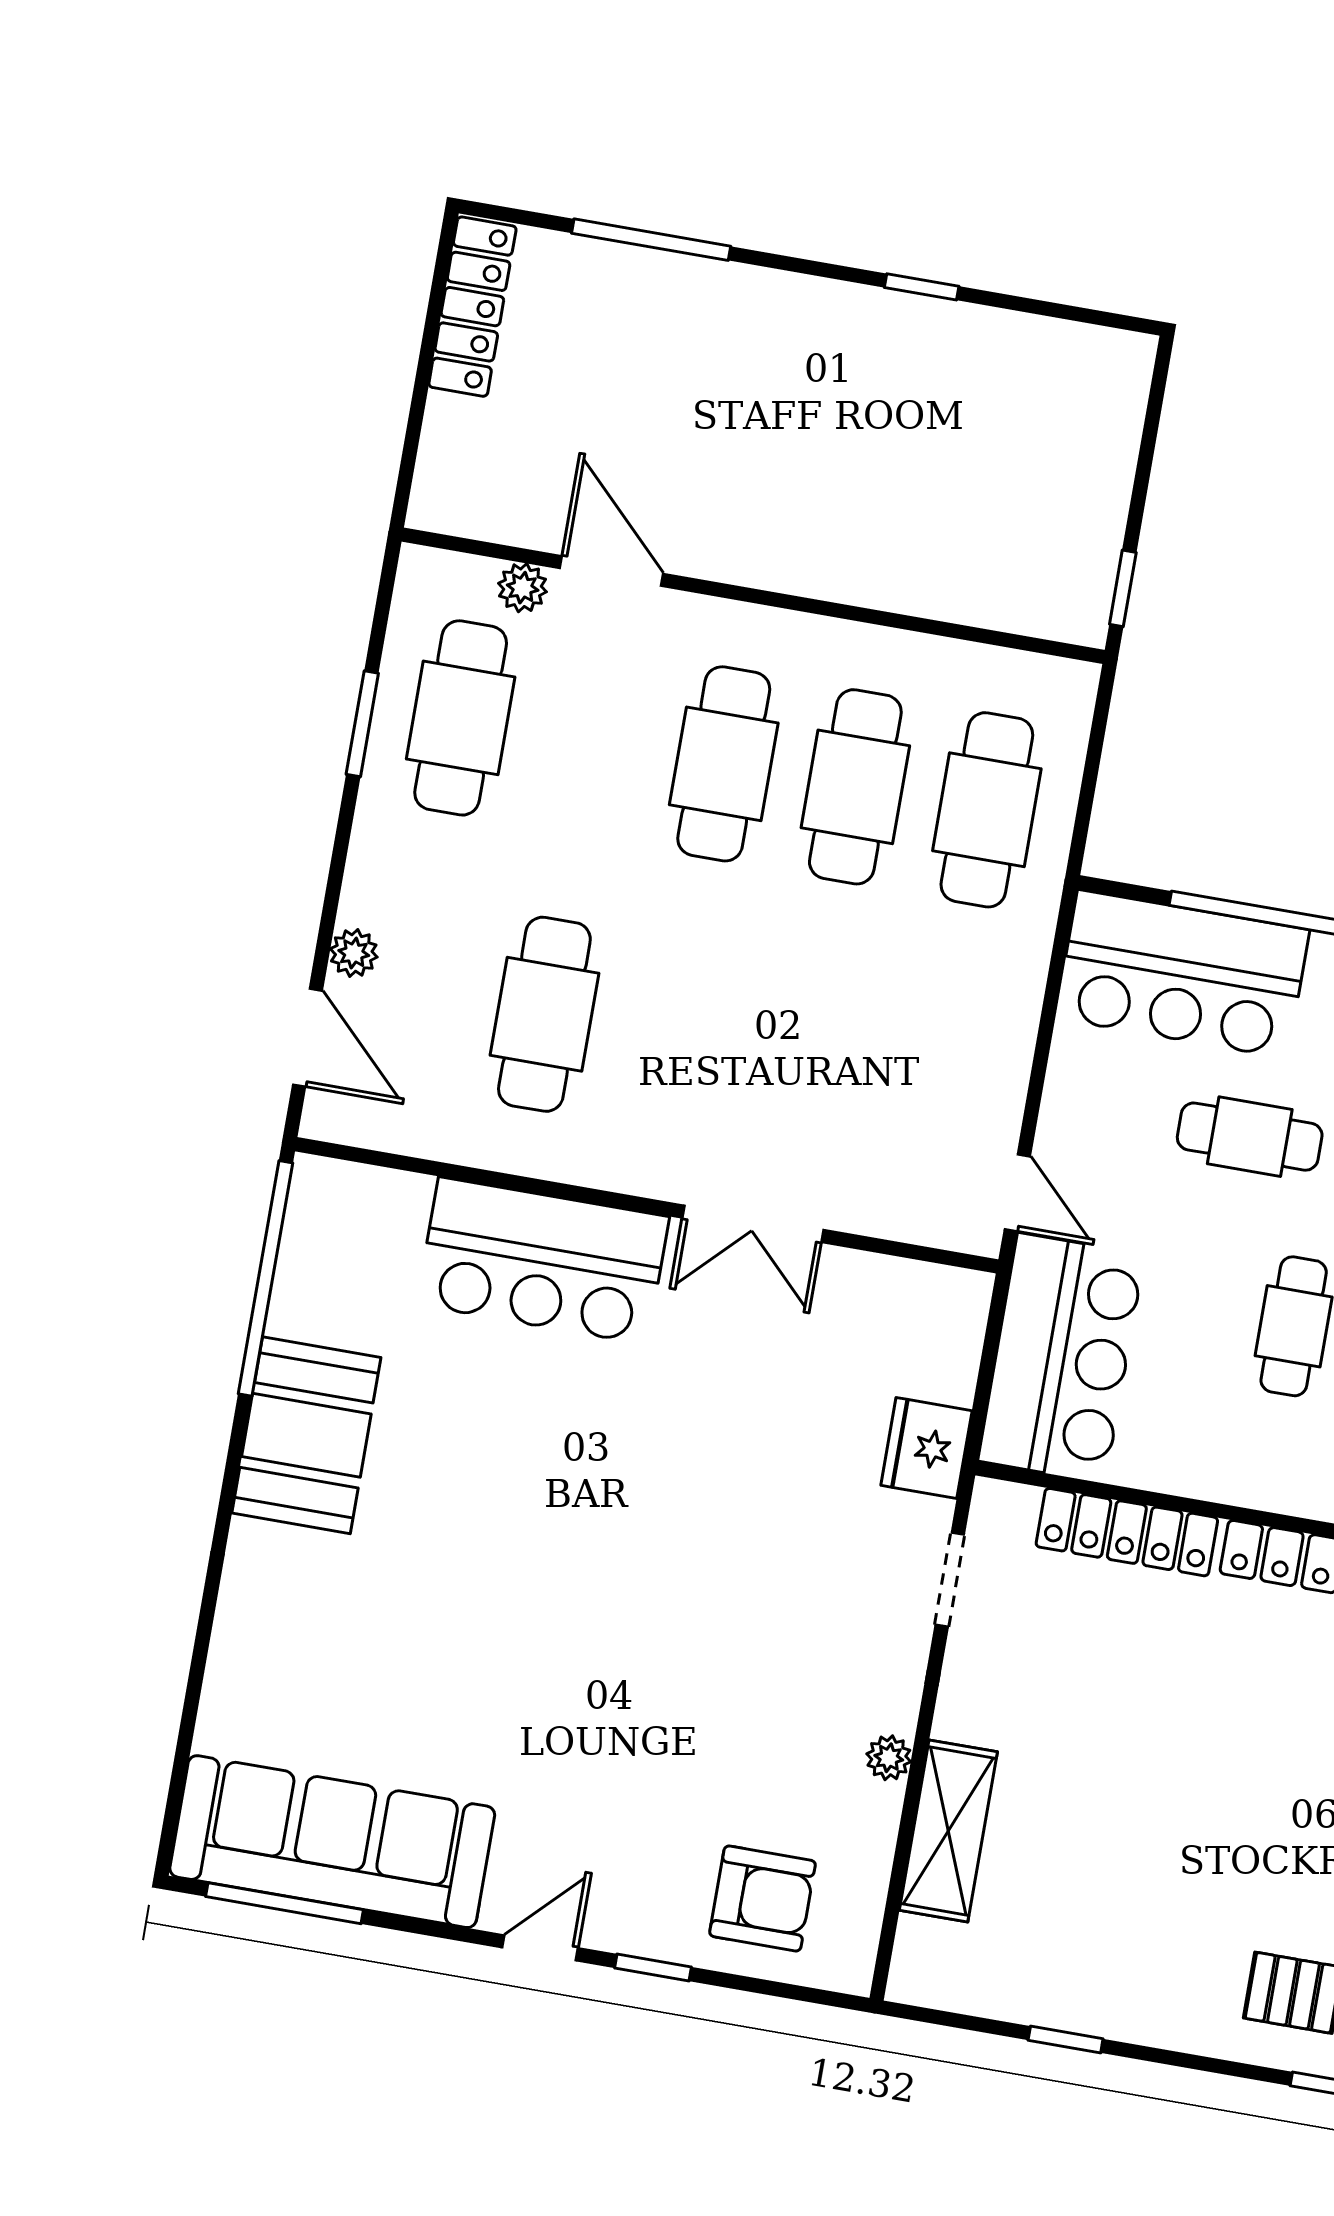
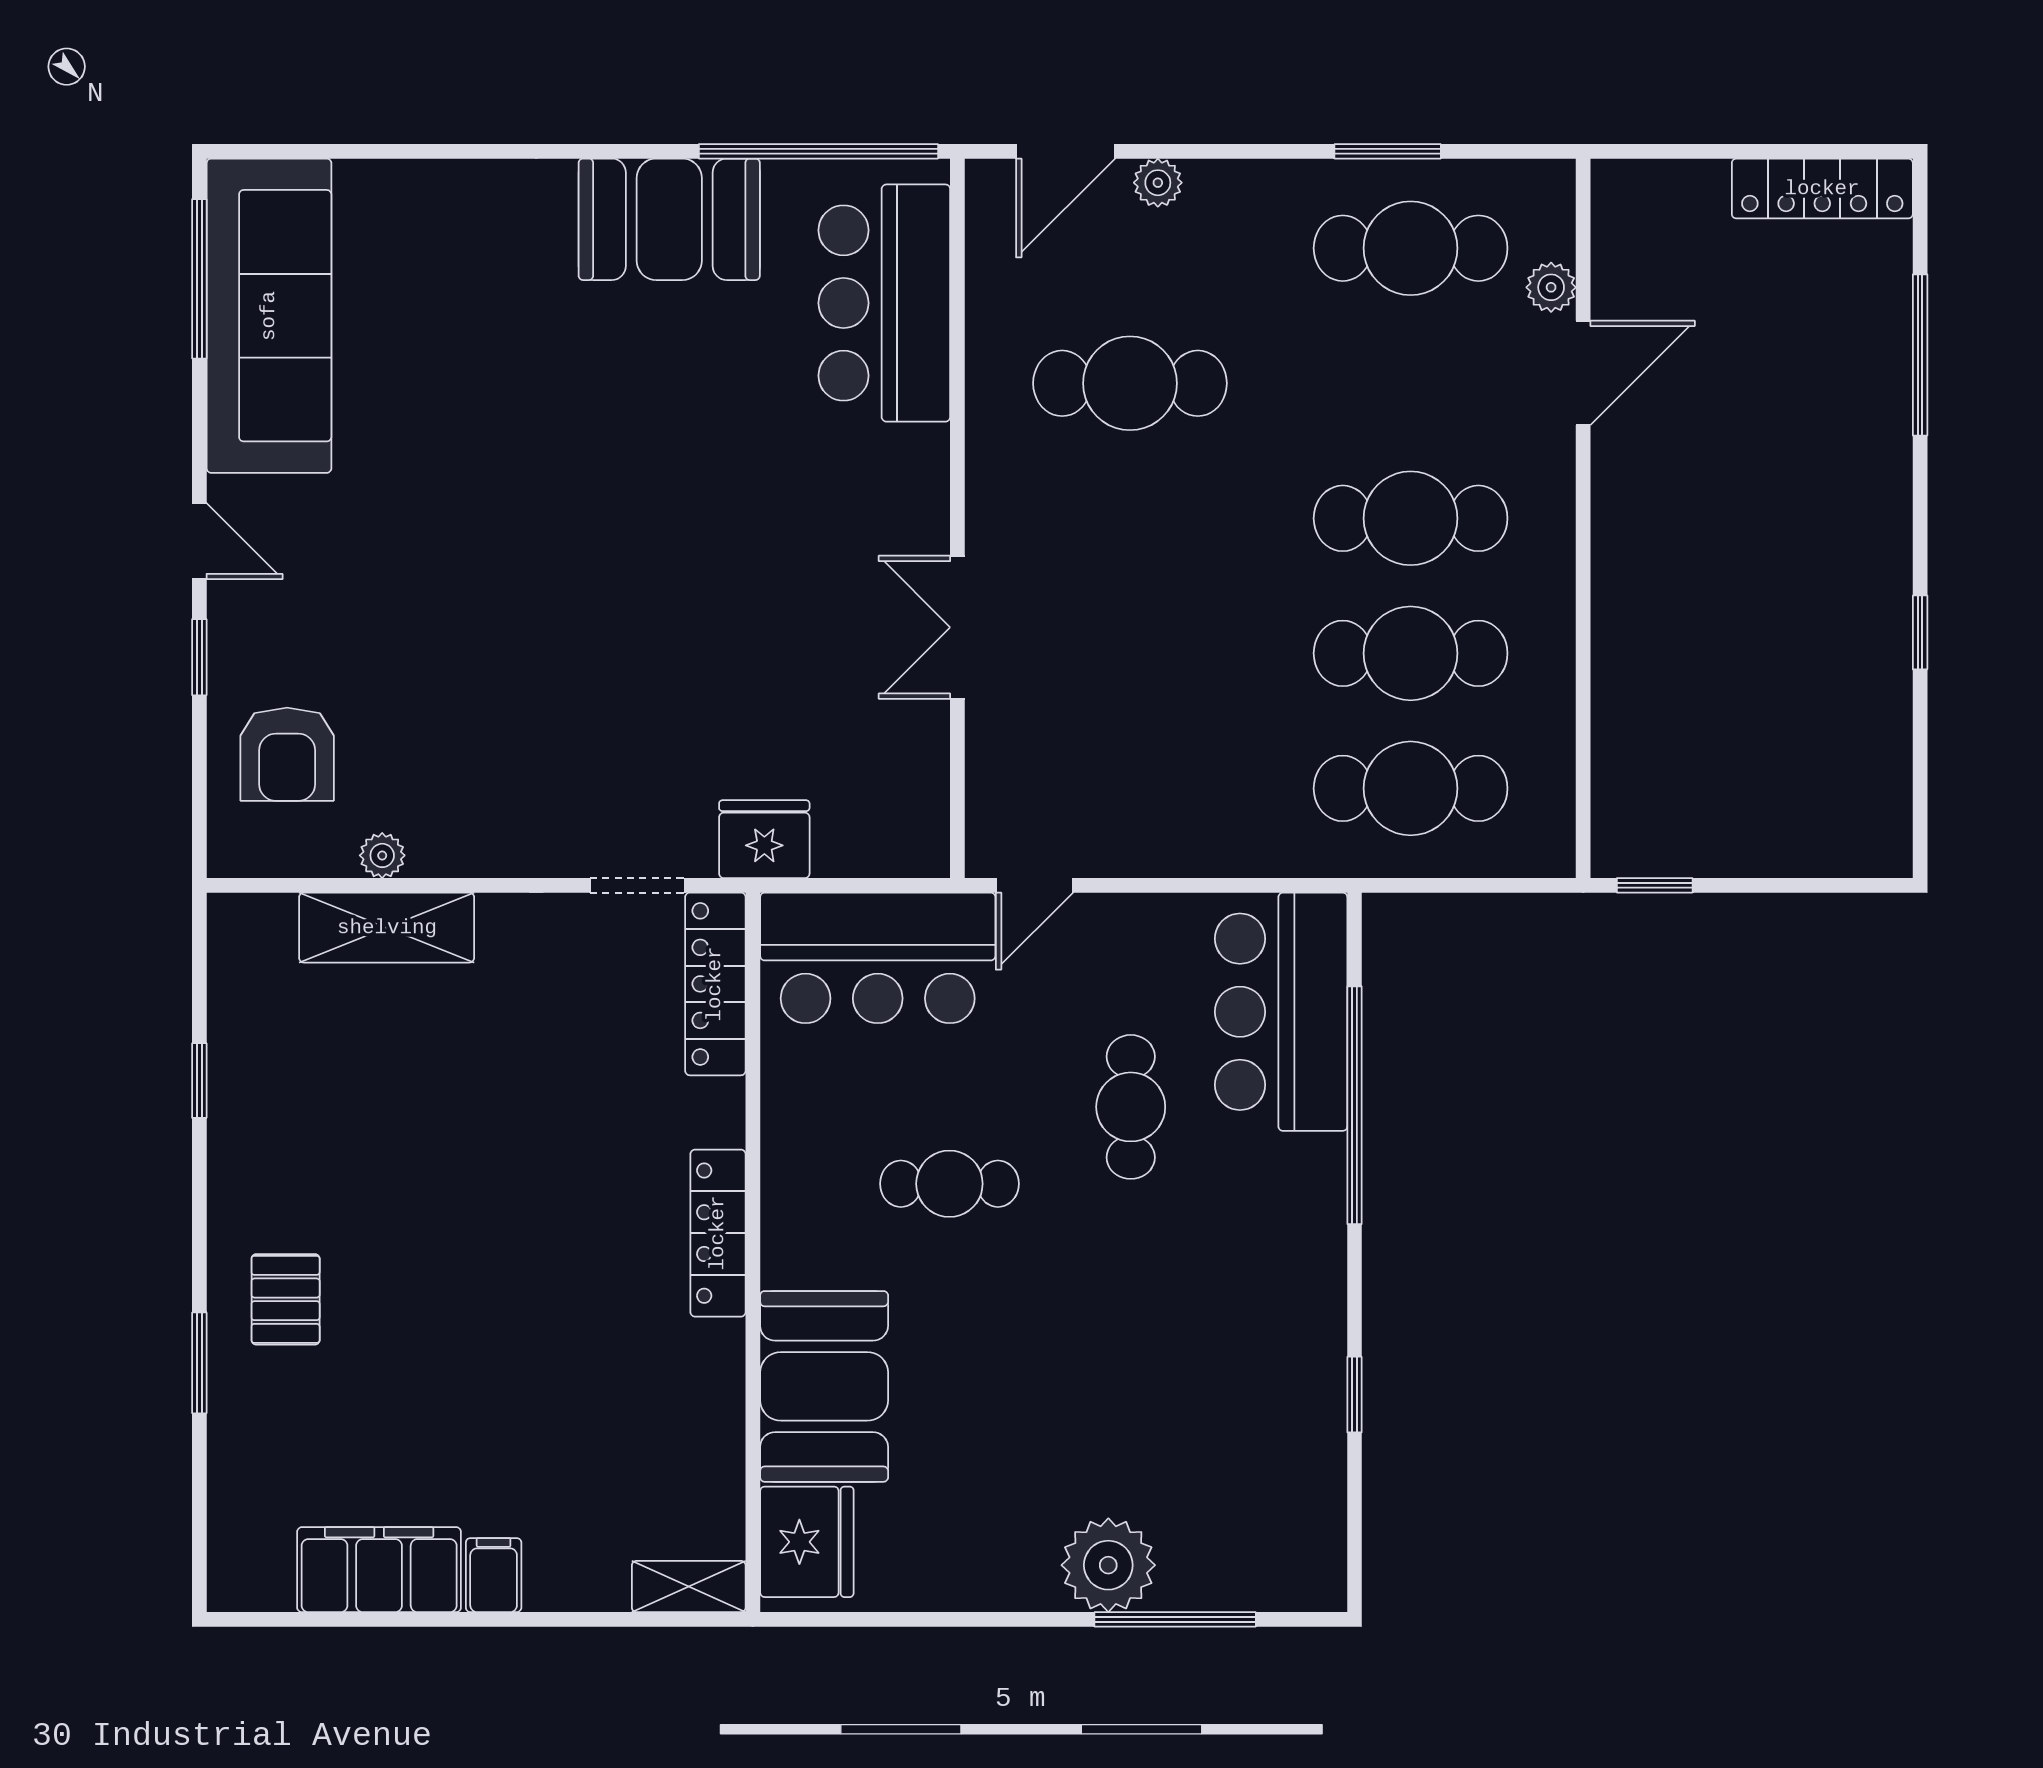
bar counter: (543, 1261) -> (884, 303), moved
locker: (1127, 1532) -> (715, 984), moved
plant: (889, 1758) -> (382, 855), moved

